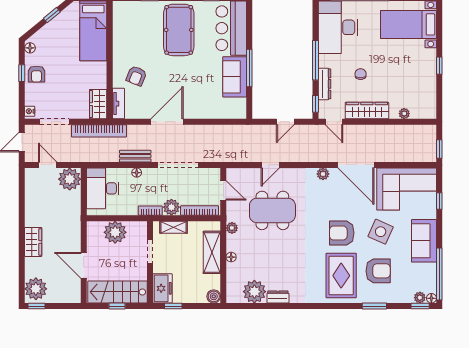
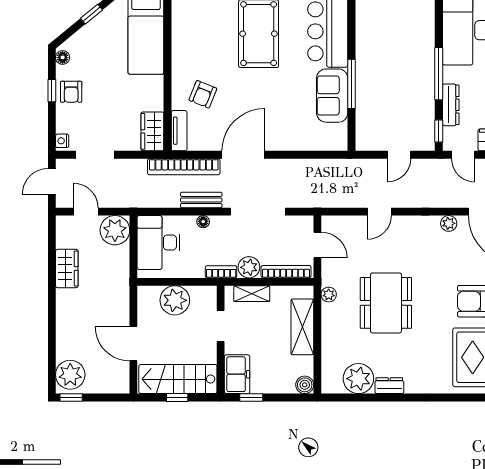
bookcase: (99, 131) -> (184, 167), moved
dining table: (272, 210) -> (386, 303), moved, turned 90
wardrobe: (33, 242) -> (67, 268), moved
floor lamp: (231, 257) -> (328, 333), removed

